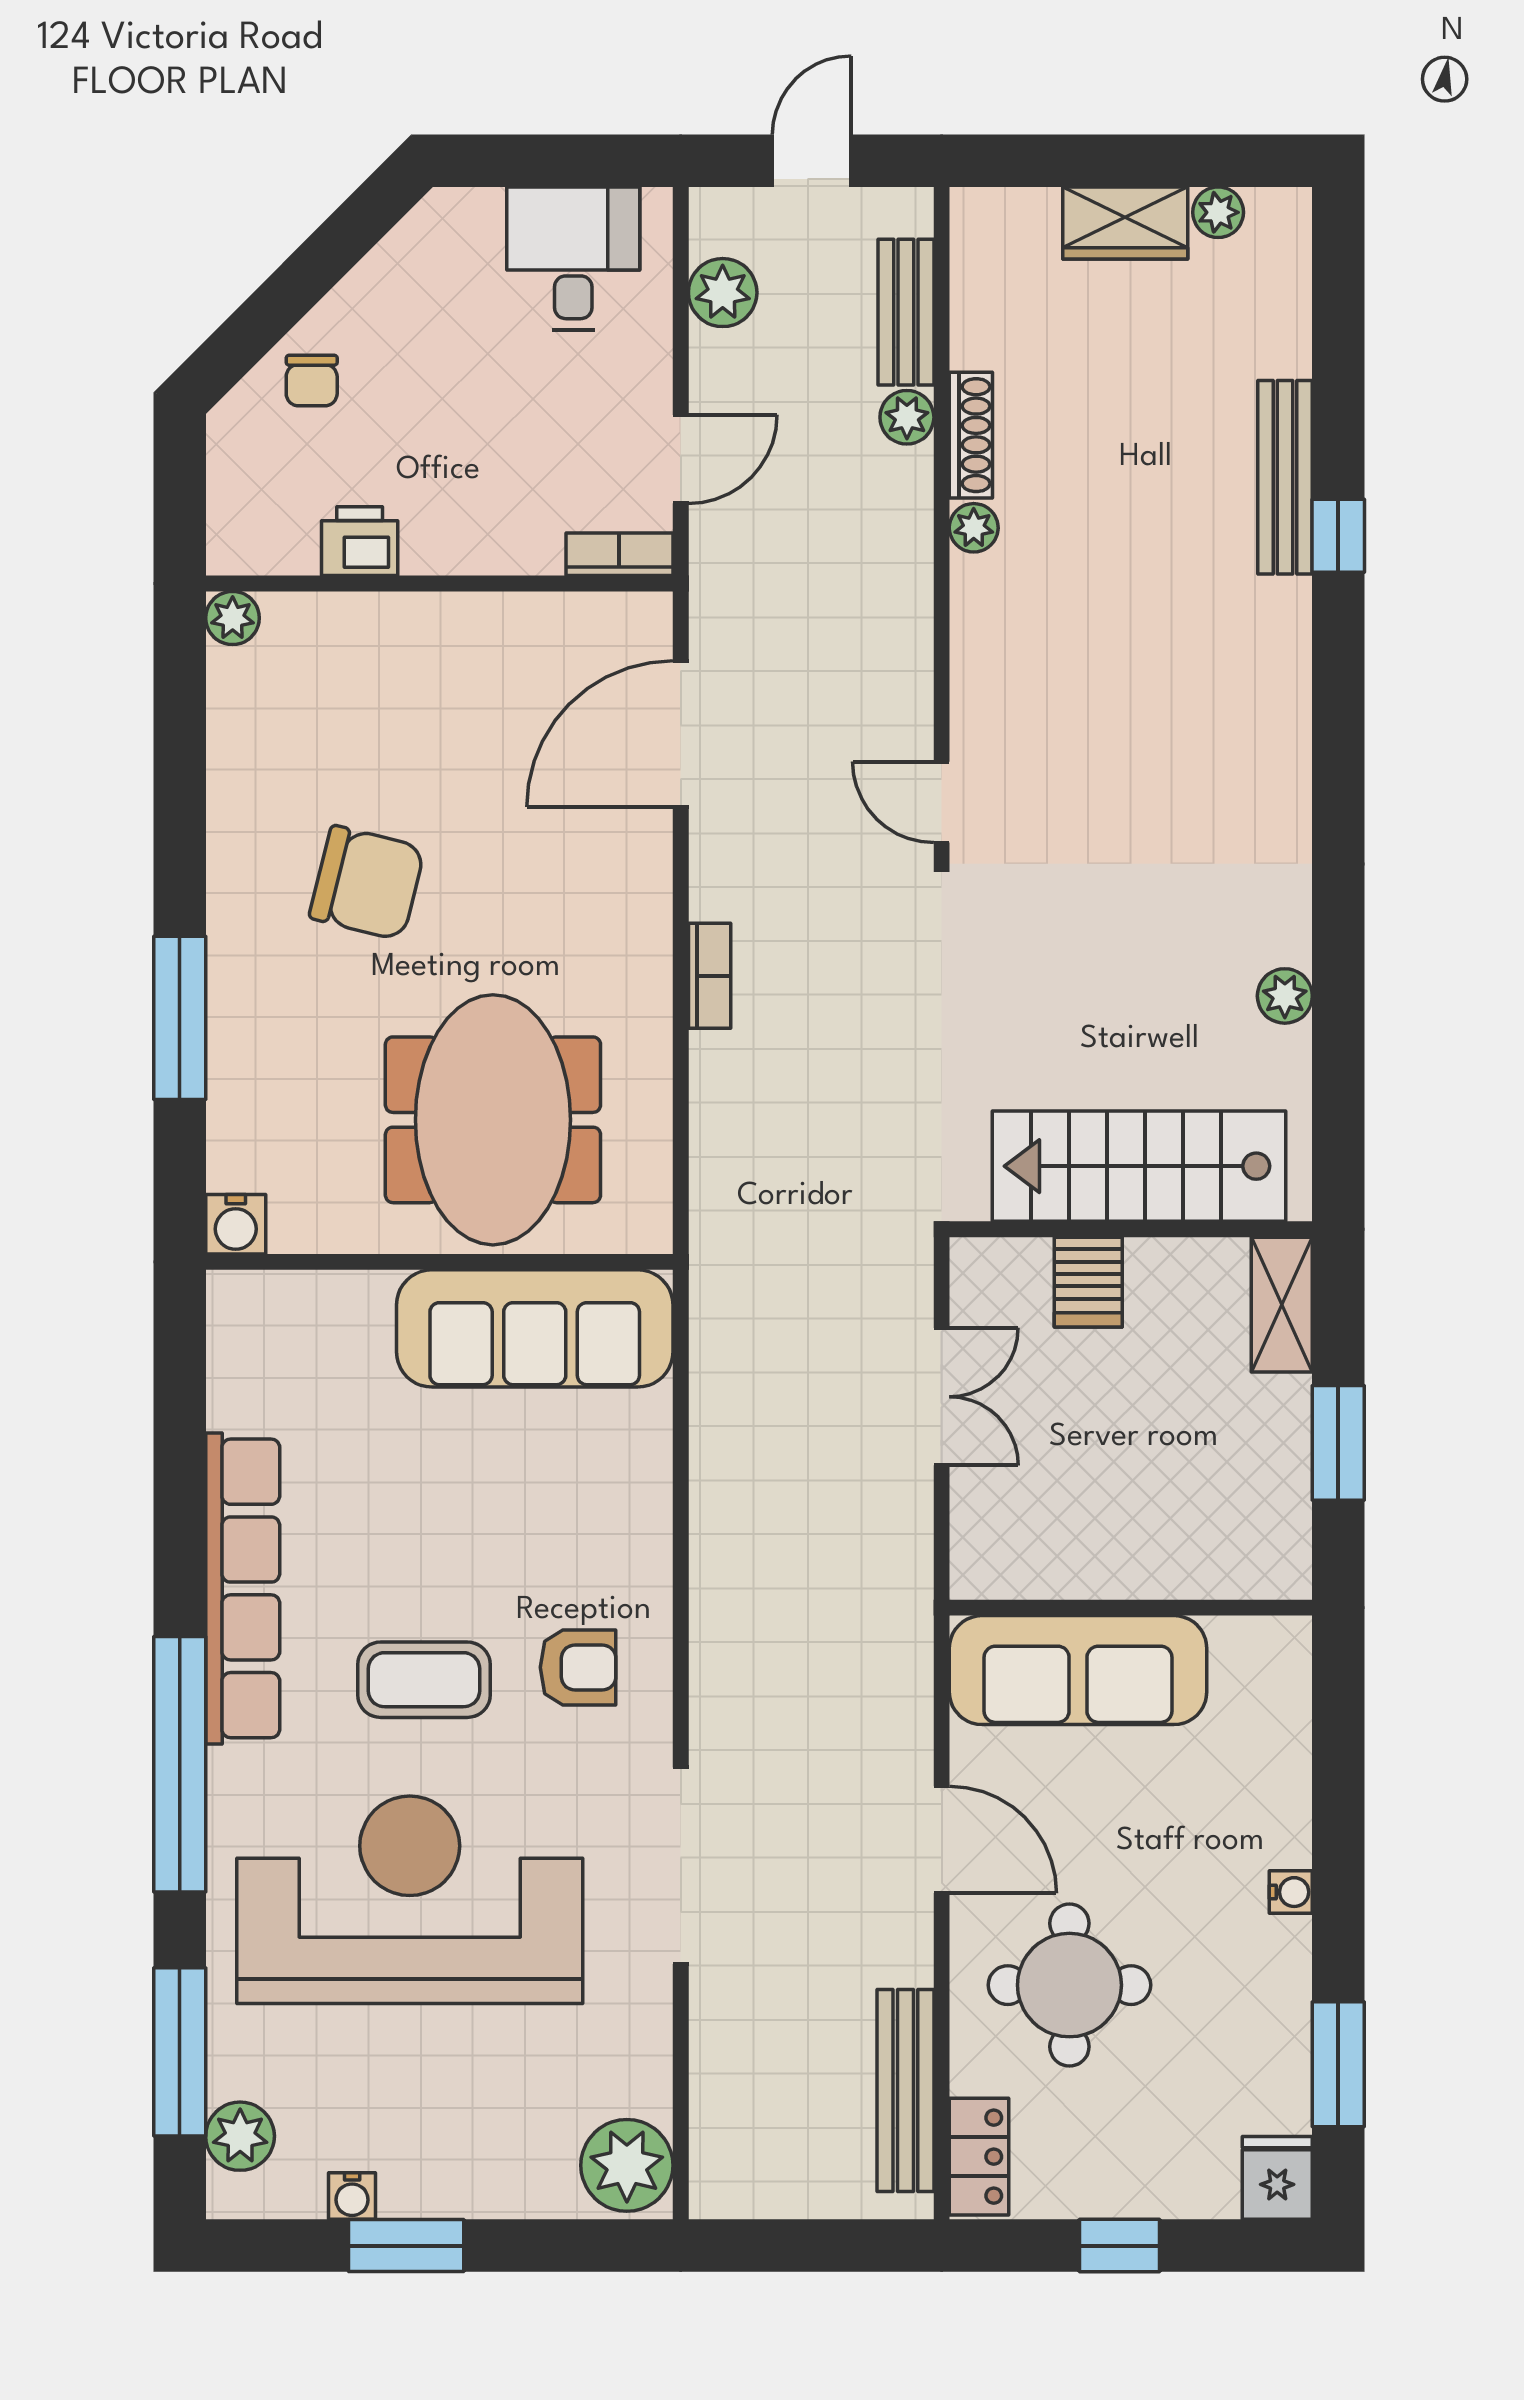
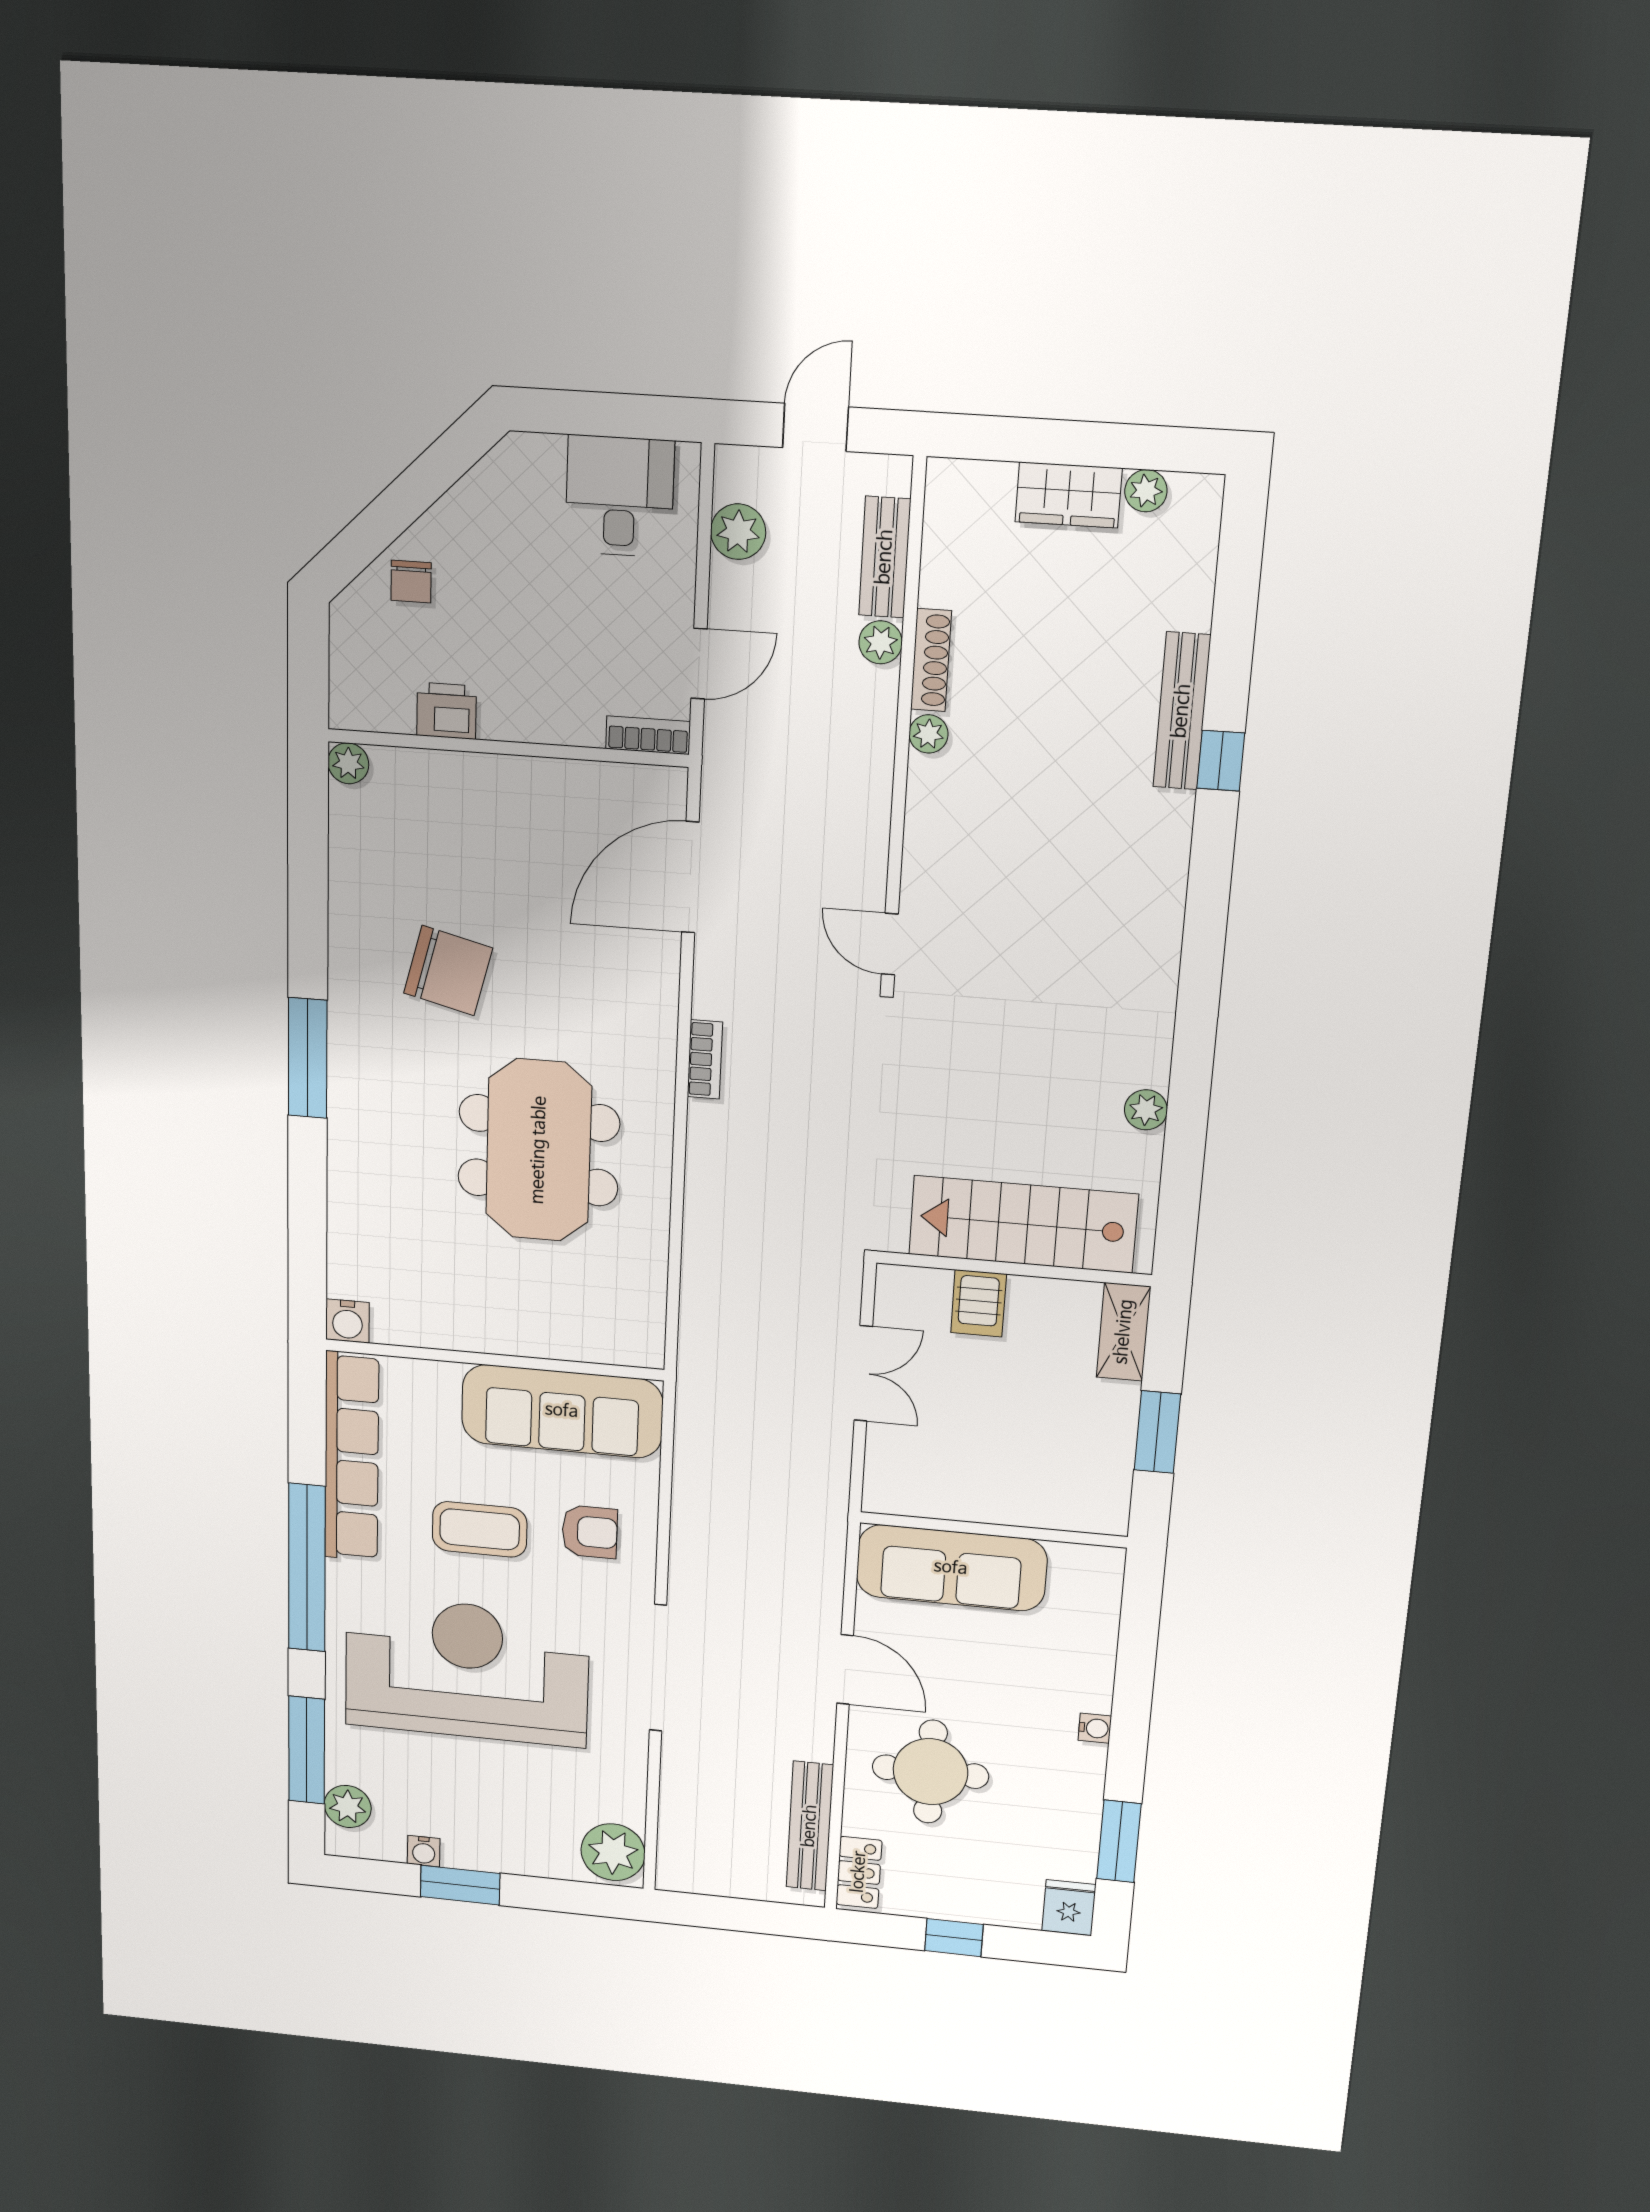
water cooler: (236, 1224) -> (347, 1321), moved
wall: (439, 1262) -> (494, 1360), moved
sofa: (535, 1328) -> (562, 1411), moved

